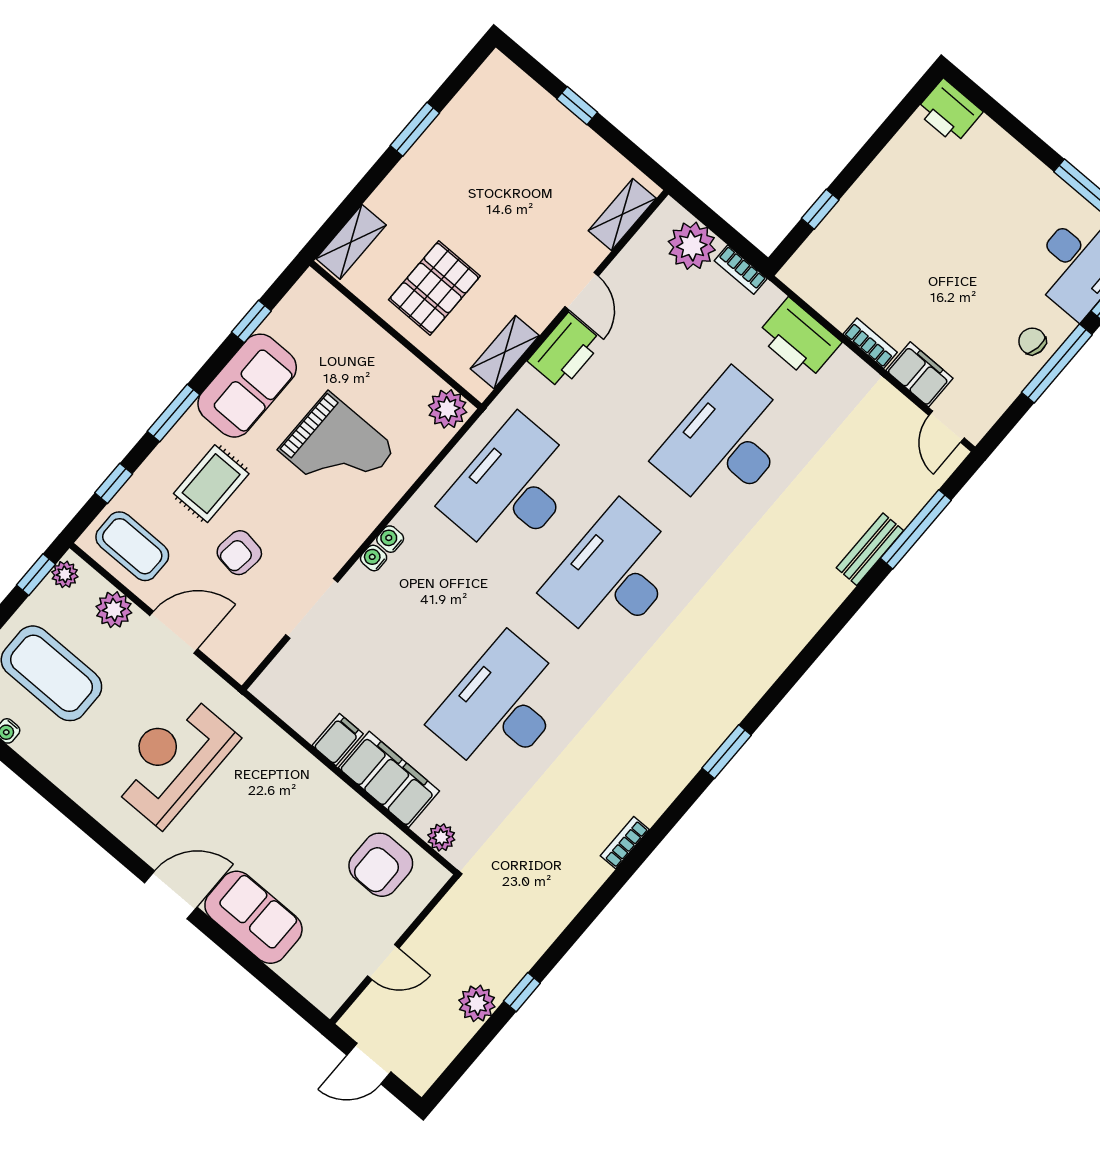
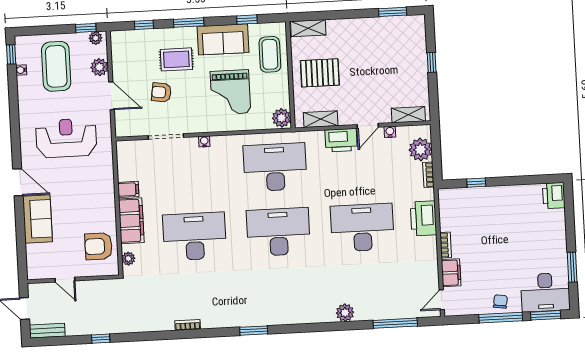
window: (415, 129) -> (393, 12), moved
water cooler: (390, 539) -> (390, 132), moved
coffee table: (132, 546) -> (270, 54), moved
bench: (870, 549) -> (47, 331), moved
plant: (477, 1003) -> (345, 313), moved

